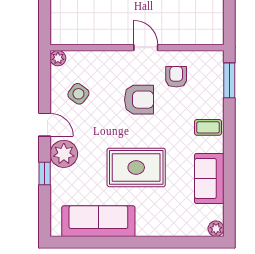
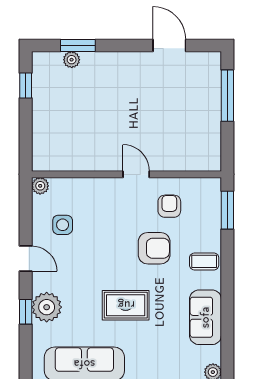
side table: (78, 94) -> (63, 225), turned -37
armchair: (139, 100) -> (154, 248), moved
plant: (64, 154) -> (47, 307), moved
rug: (136, 167) -> (126, 305), width x0.73, depth x0.70

